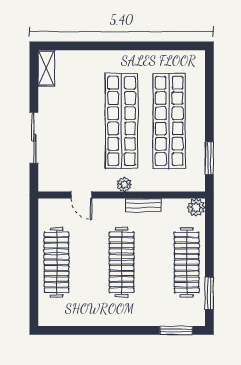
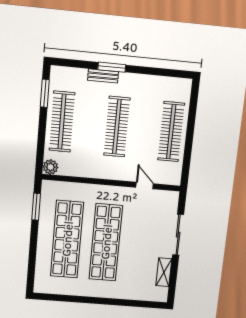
shelving: (46, 68) -> (164, 272), moved
plant: (124, 184) -> (109, 191), removed
bench: (143, 205) -> (103, 76), moved
window: (176, 330) -> (112, 67), moved

